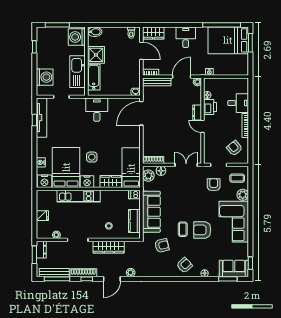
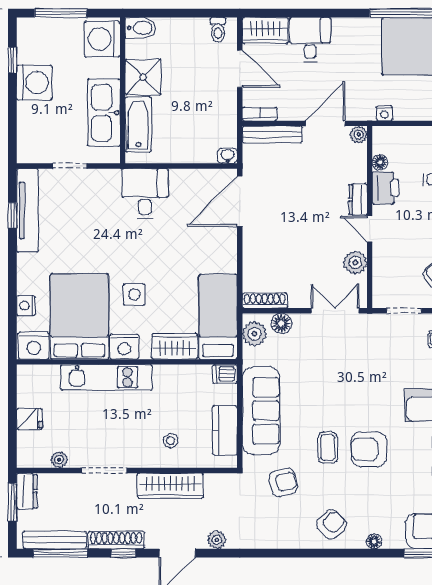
desk: (186, 37) -> (310, 40), moved
washing machine: (45, 77) -> (34, 83), moved
plant: (196, 142) -> (355, 262), added
armchair: (214, 185) -> (393, 353), removed

